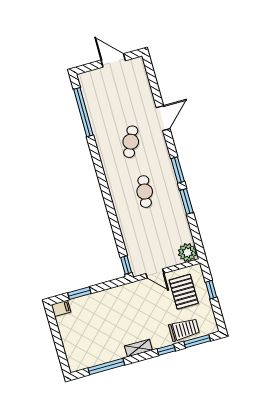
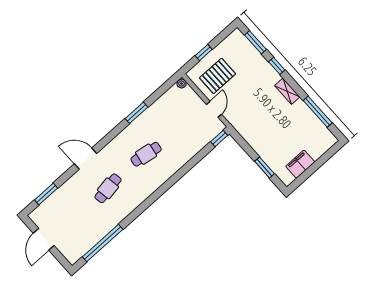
door: (163, 118) -> (85, 159), moved
cafe table: (131, 142) -> (108, 188), turned -33
window: (178, 170) -> (46, 194), moved
plant: (187, 252) -> (182, 84), width x0.53, depth x0.53
filing cabinet: (61, 308) -> (300, 164), moved, width x2.00
trolley: (184, 330) -> (251, 59), removed

